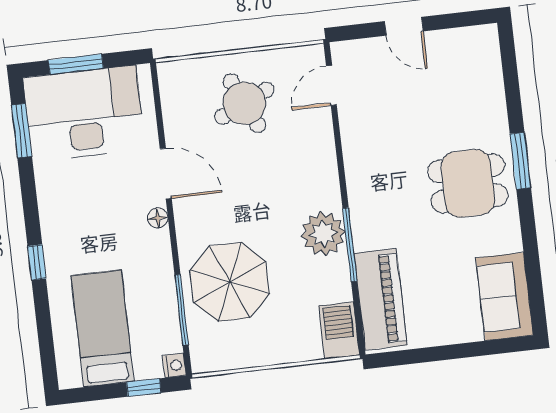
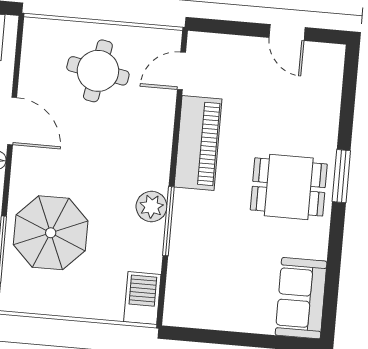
door: (404, 26) -> (287, 32), moved
round table: (244, 103) -> (98, 71), turned 35
plant: (323, 234) -> (151, 206), width x0.73, depth x0.73
piano: (380, 299) -> (198, 143), moved

